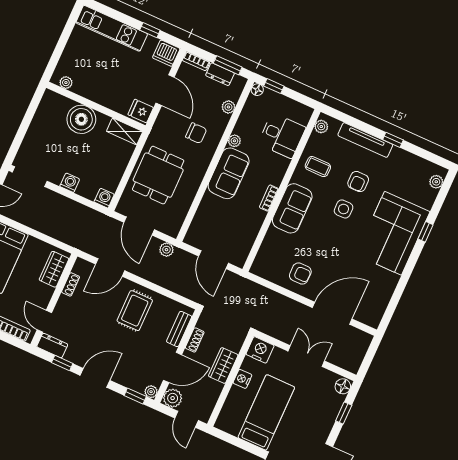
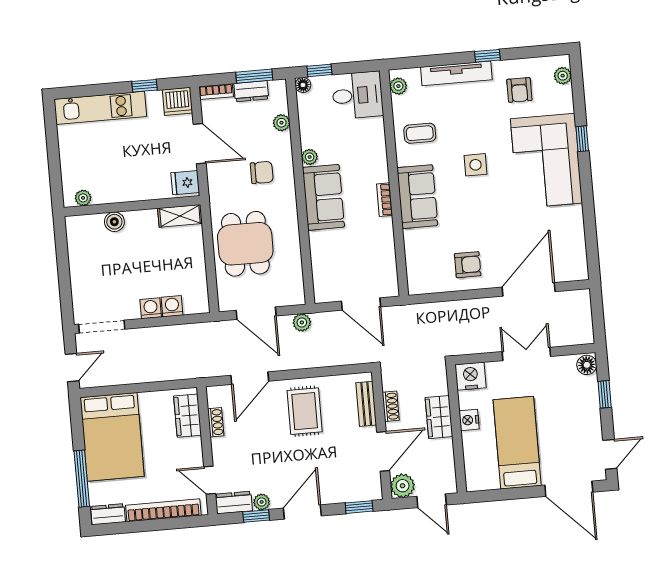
boiler: (81, 119) -> (114, 222), width x0.54, depth x0.54
desk: (282, 136) -> (357, 95), moved
armchair: (358, 182) -> (519, 90), moved
washing machine: (104, 198) -> (172, 306), moved
plant: (151, 392) -> (262, 502), moved

